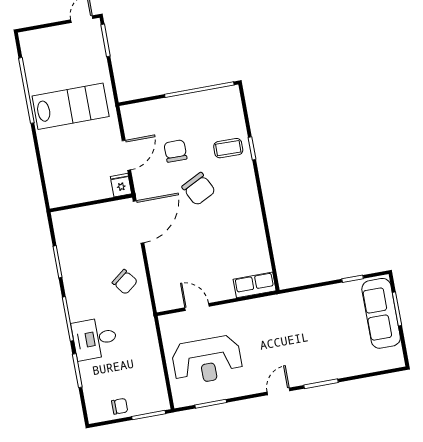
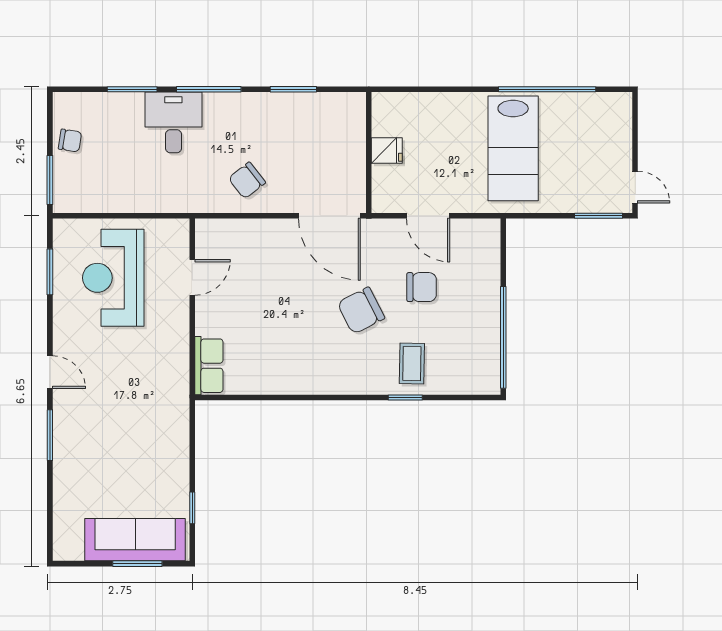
fridge: (121, 185) -> (387, 151), moved
chair: (120, 406) -> (70, 141), turned -81

